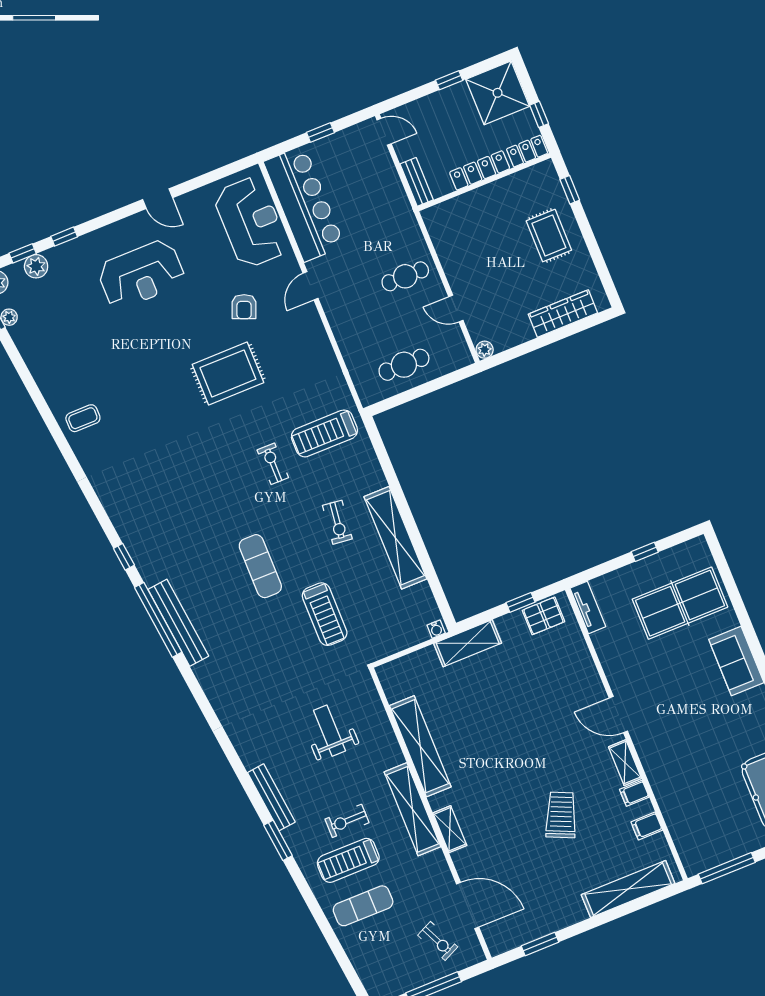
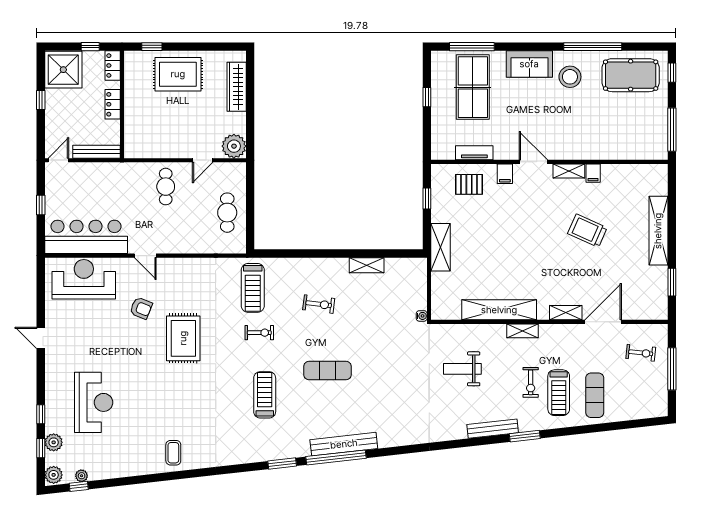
locker: (480, 170) -> (113, 104), width x0.66
bench: (417, 182) -> (96, 152), width x1.36
door: (158, 199) -> (41, 338), swing flipped
rug: (549, 236) -> (178, 74), width x1.36, depth x1.43
reception desk: (141, 274) -> (94, 402), moved
plant: (485, 350) -> (234, 146), width x1.87, depth x1.87
exercise bike: (273, 464) -> (259, 333), turned 180
shelving: (395, 538) -> (367, 265), width x0.45, depth x0.75
window: (124, 557) -> (282, 463), width x1.50
window: (729, 582) -> (472, 47), added
tv unit: (588, 607) -> (474, 153), moved
treadmill: (325, 614) -> (265, 395), moved, turned -90
pallet: (543, 616) -> (469, 184), moved, turned 90
water cooler: (436, 629) -> (422, 316), moved
door: (618, 715) -> (533, 162), swing flipped
stool: (741, 717) -> (570, 77), added
shelving: (413, 809) -> (523, 331), width x0.45, depth x0.75
filing cabinet: (647, 826) -> (505, 174), moved
shelving: (628, 889) -> (658, 231), moved
door: (468, 906) -> (603, 322), moved
exercise bike: (438, 941) -> (641, 353), turned 31

